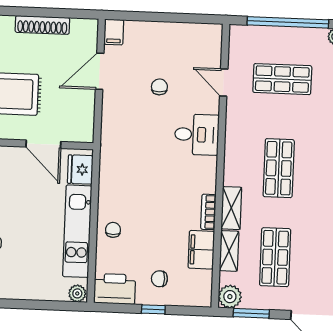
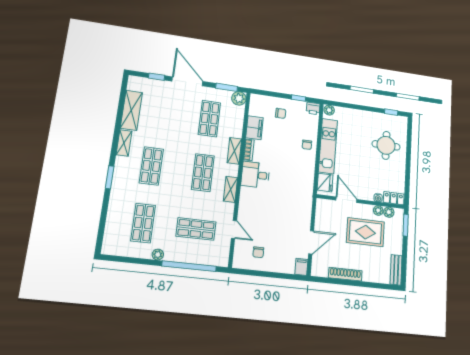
chair: (159, 87) -> (258, 252), moved
desk: (197, 135) -> (255, 175), moved
shelving: (229, 251) -> (231, 189), moved
printer: (115, 289) -> (313, 108), width x0.53, depth x0.68
window: (153, 309) -> (299, 98), moved

